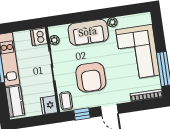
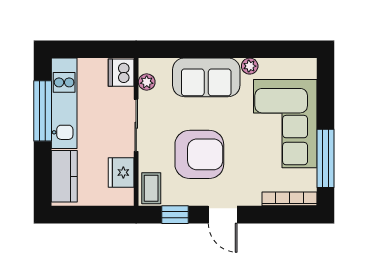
armchair: (91, 77) -> (199, 154), turned -90
fridge: (49, 105) -> (121, 172), moved

